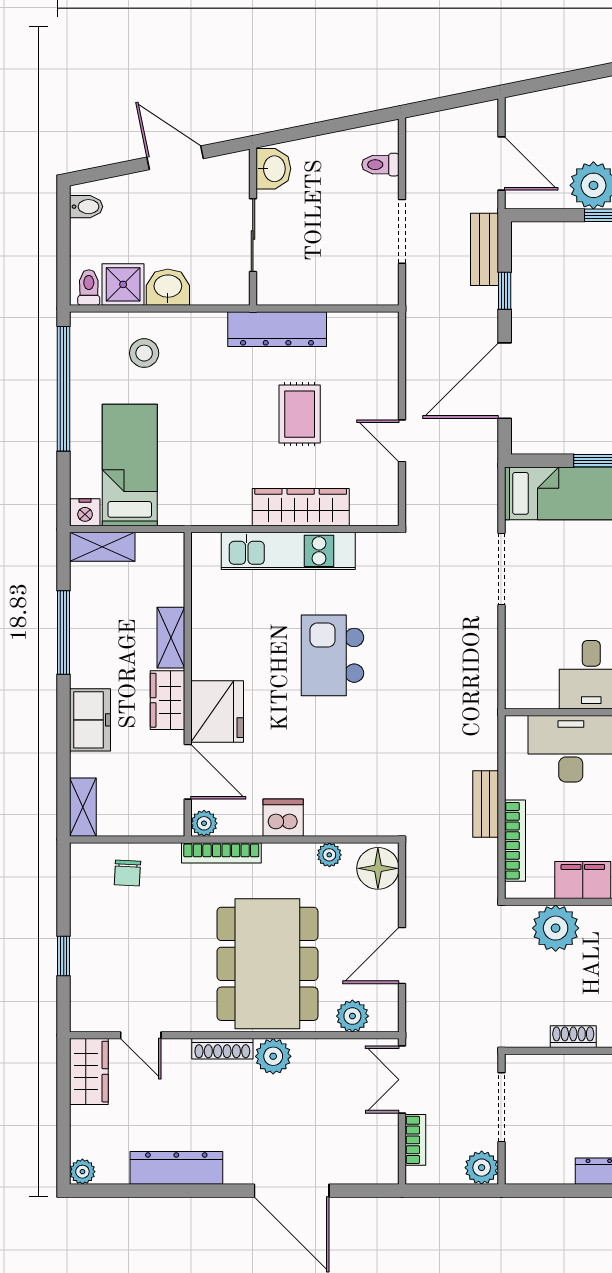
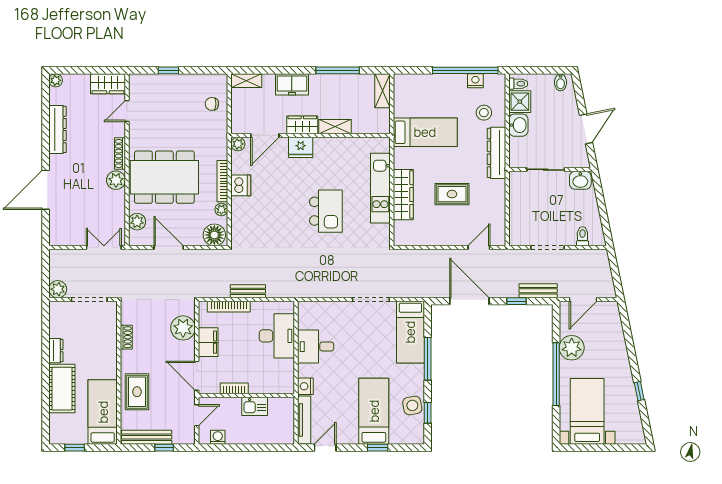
dresser: (277, 329) -> (496, 153), moved
door: (402, 441) -> (479, 248), moved
bed: (130, 465) -> (425, 132), moved
nightstand: (85, 512) -> (475, 81), moved, turned 90
kitchen island: (332, 655) -> (326, 211), turned 90
fridge: (217, 712) -> (301, 147), width x0.73, depth x0.75
bookcase: (221, 853) -> (222, 181), moved
bookcase: (415, 1140) -> (72, 255), removed

